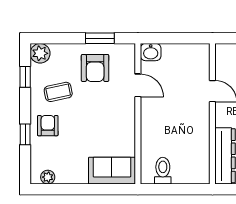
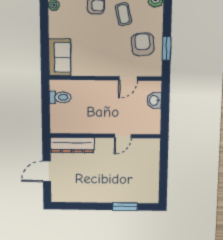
washbasin: (151, 52) -> (154, 100), moved
armchair: (95, 68) -> (143, 44), turned 85

